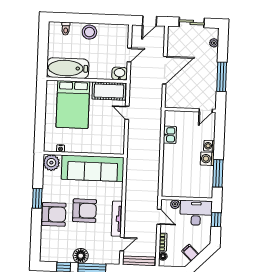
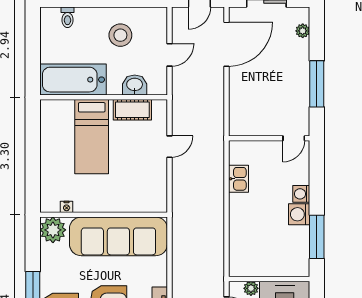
stool: (89, 32) -> (120, 35), moved
door: (165, 70) -> (226, 44), moved
washbasin: (120, 74) -> (135, 85), moved
cot: (109, 91) -> (132, 110), width x0.73, depth x0.75
bed: (73, 104) -> (92, 137), width x0.67
door: (127, 113) -> (169, 147), swing flipped

